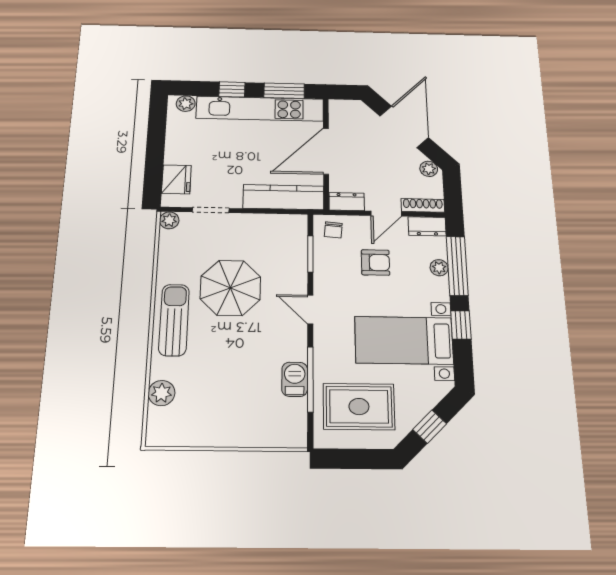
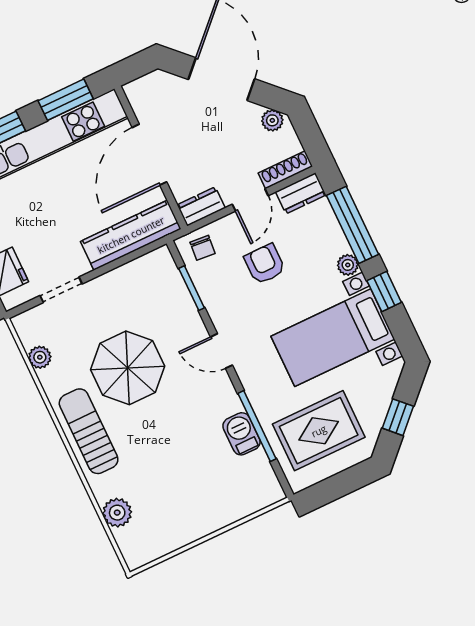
plant: (169, 220) -> (40, 357), moved
armchair: (376, 262) -> (265, 264), turned -90
plant: (439, 268) -> (348, 265), moved

